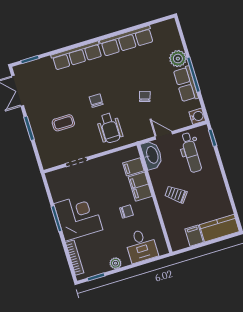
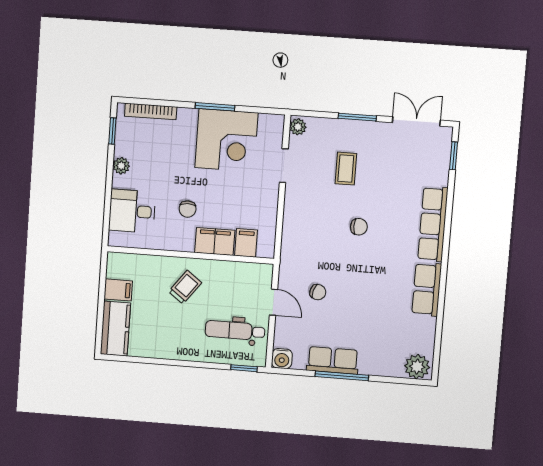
row of seats: (127, 41) -> (427, 289), width x0.68
plant: (178, 59) -> (417, 367), moved
chair: (145, 96) -> (318, 292), moved
wheelchair: (110, 128) -> (313, 231), removed
door: (164, 135) -> (274, 302), hinge flipped
washbasin: (152, 155) -> (253, 275), removed
plant: (49, 163) -> (298, 127), added
corner desk: (78, 217) -> (226, 140), moved

